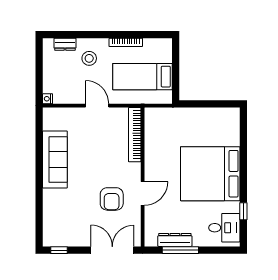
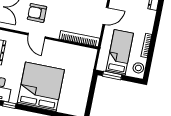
stool: (89, 58) -> (138, 68), moved
window: (176, 81) -> (112, 75), added

